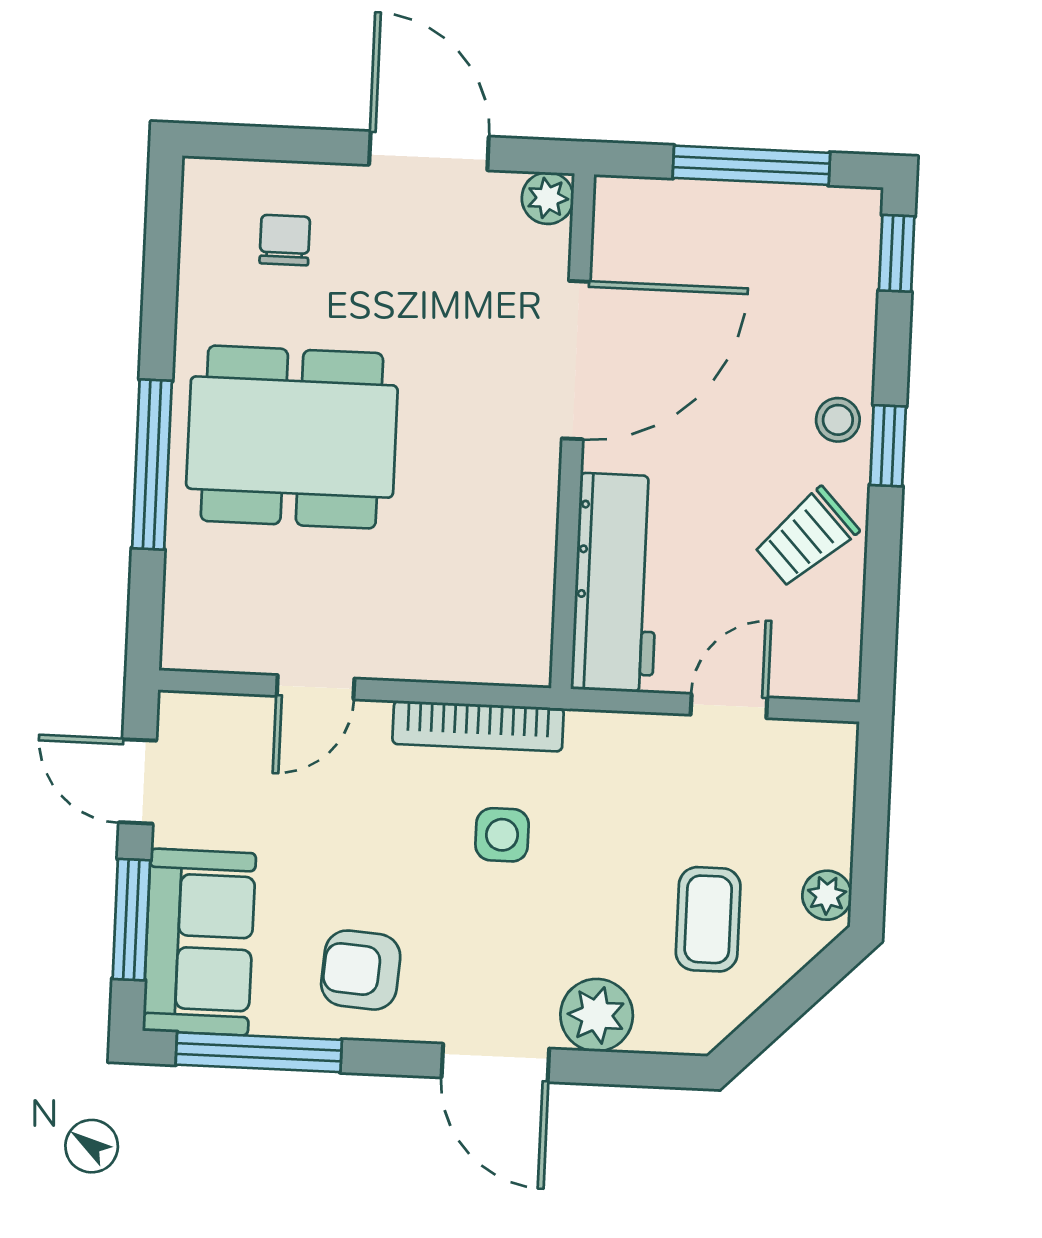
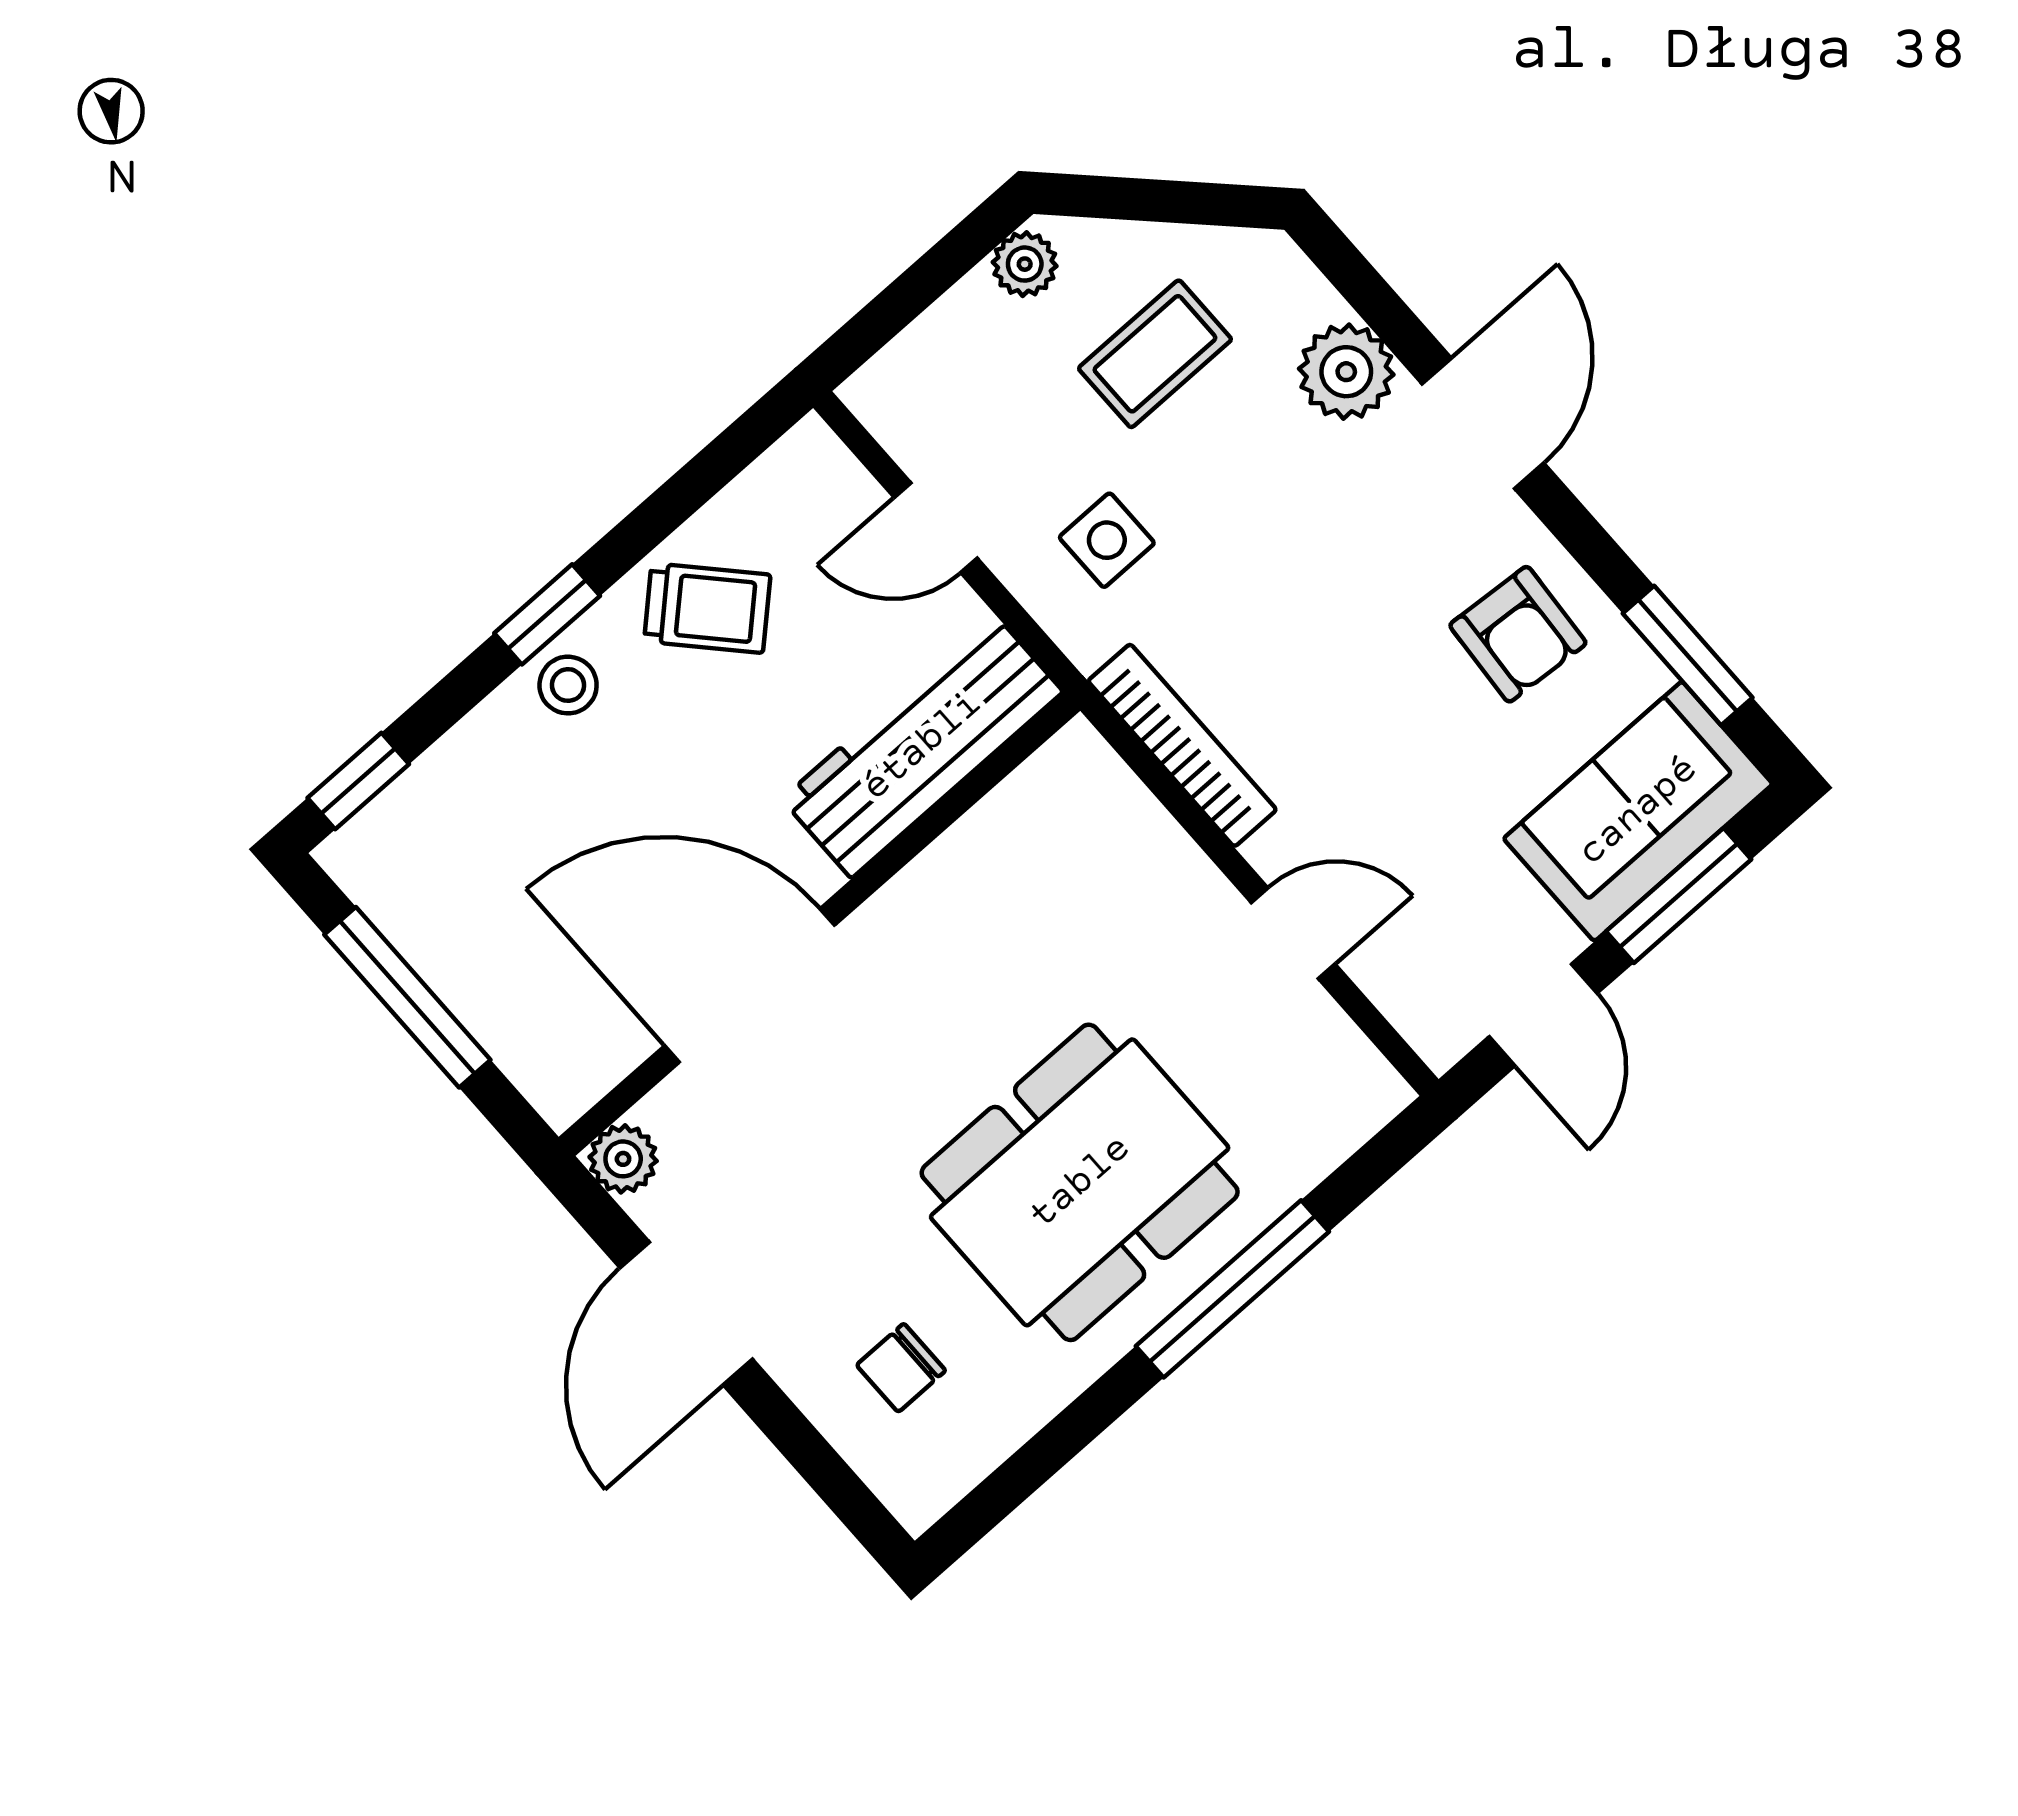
dining table: (292, 437) -> (1080, 1182), turned 90
side table: (502, 835) -> (1107, 540), moved
window: (259, 1052) -> (1688, 655), width x0.69

